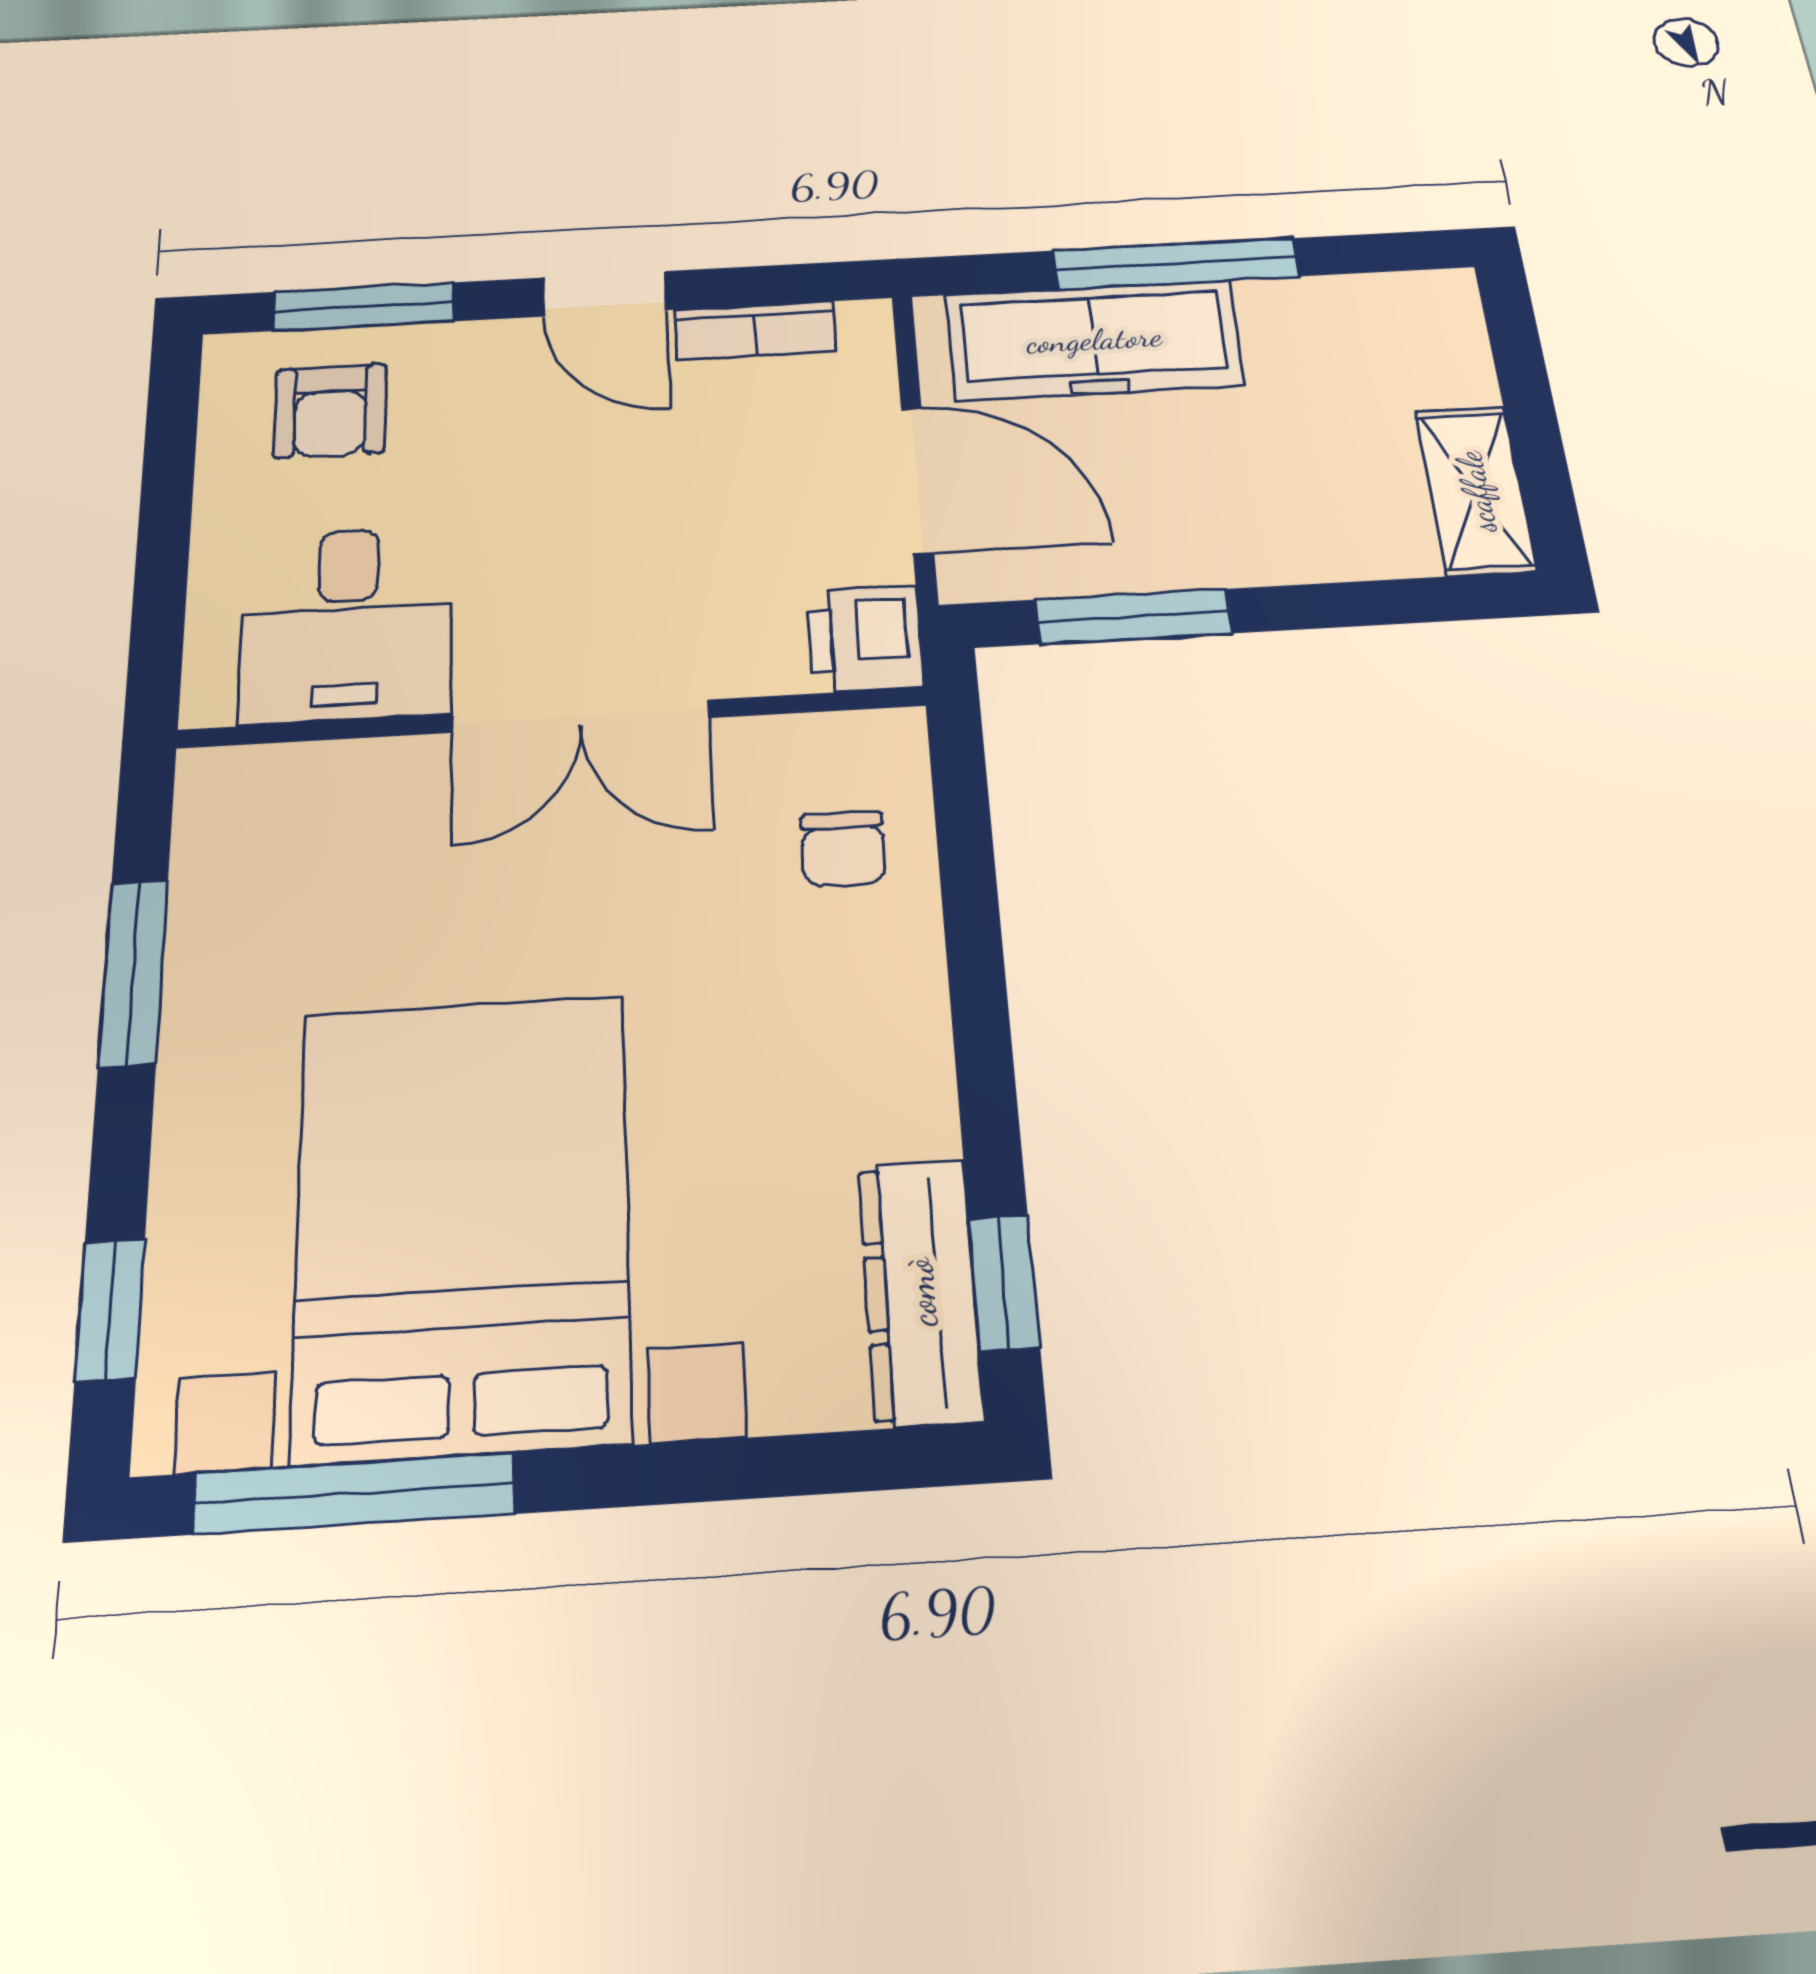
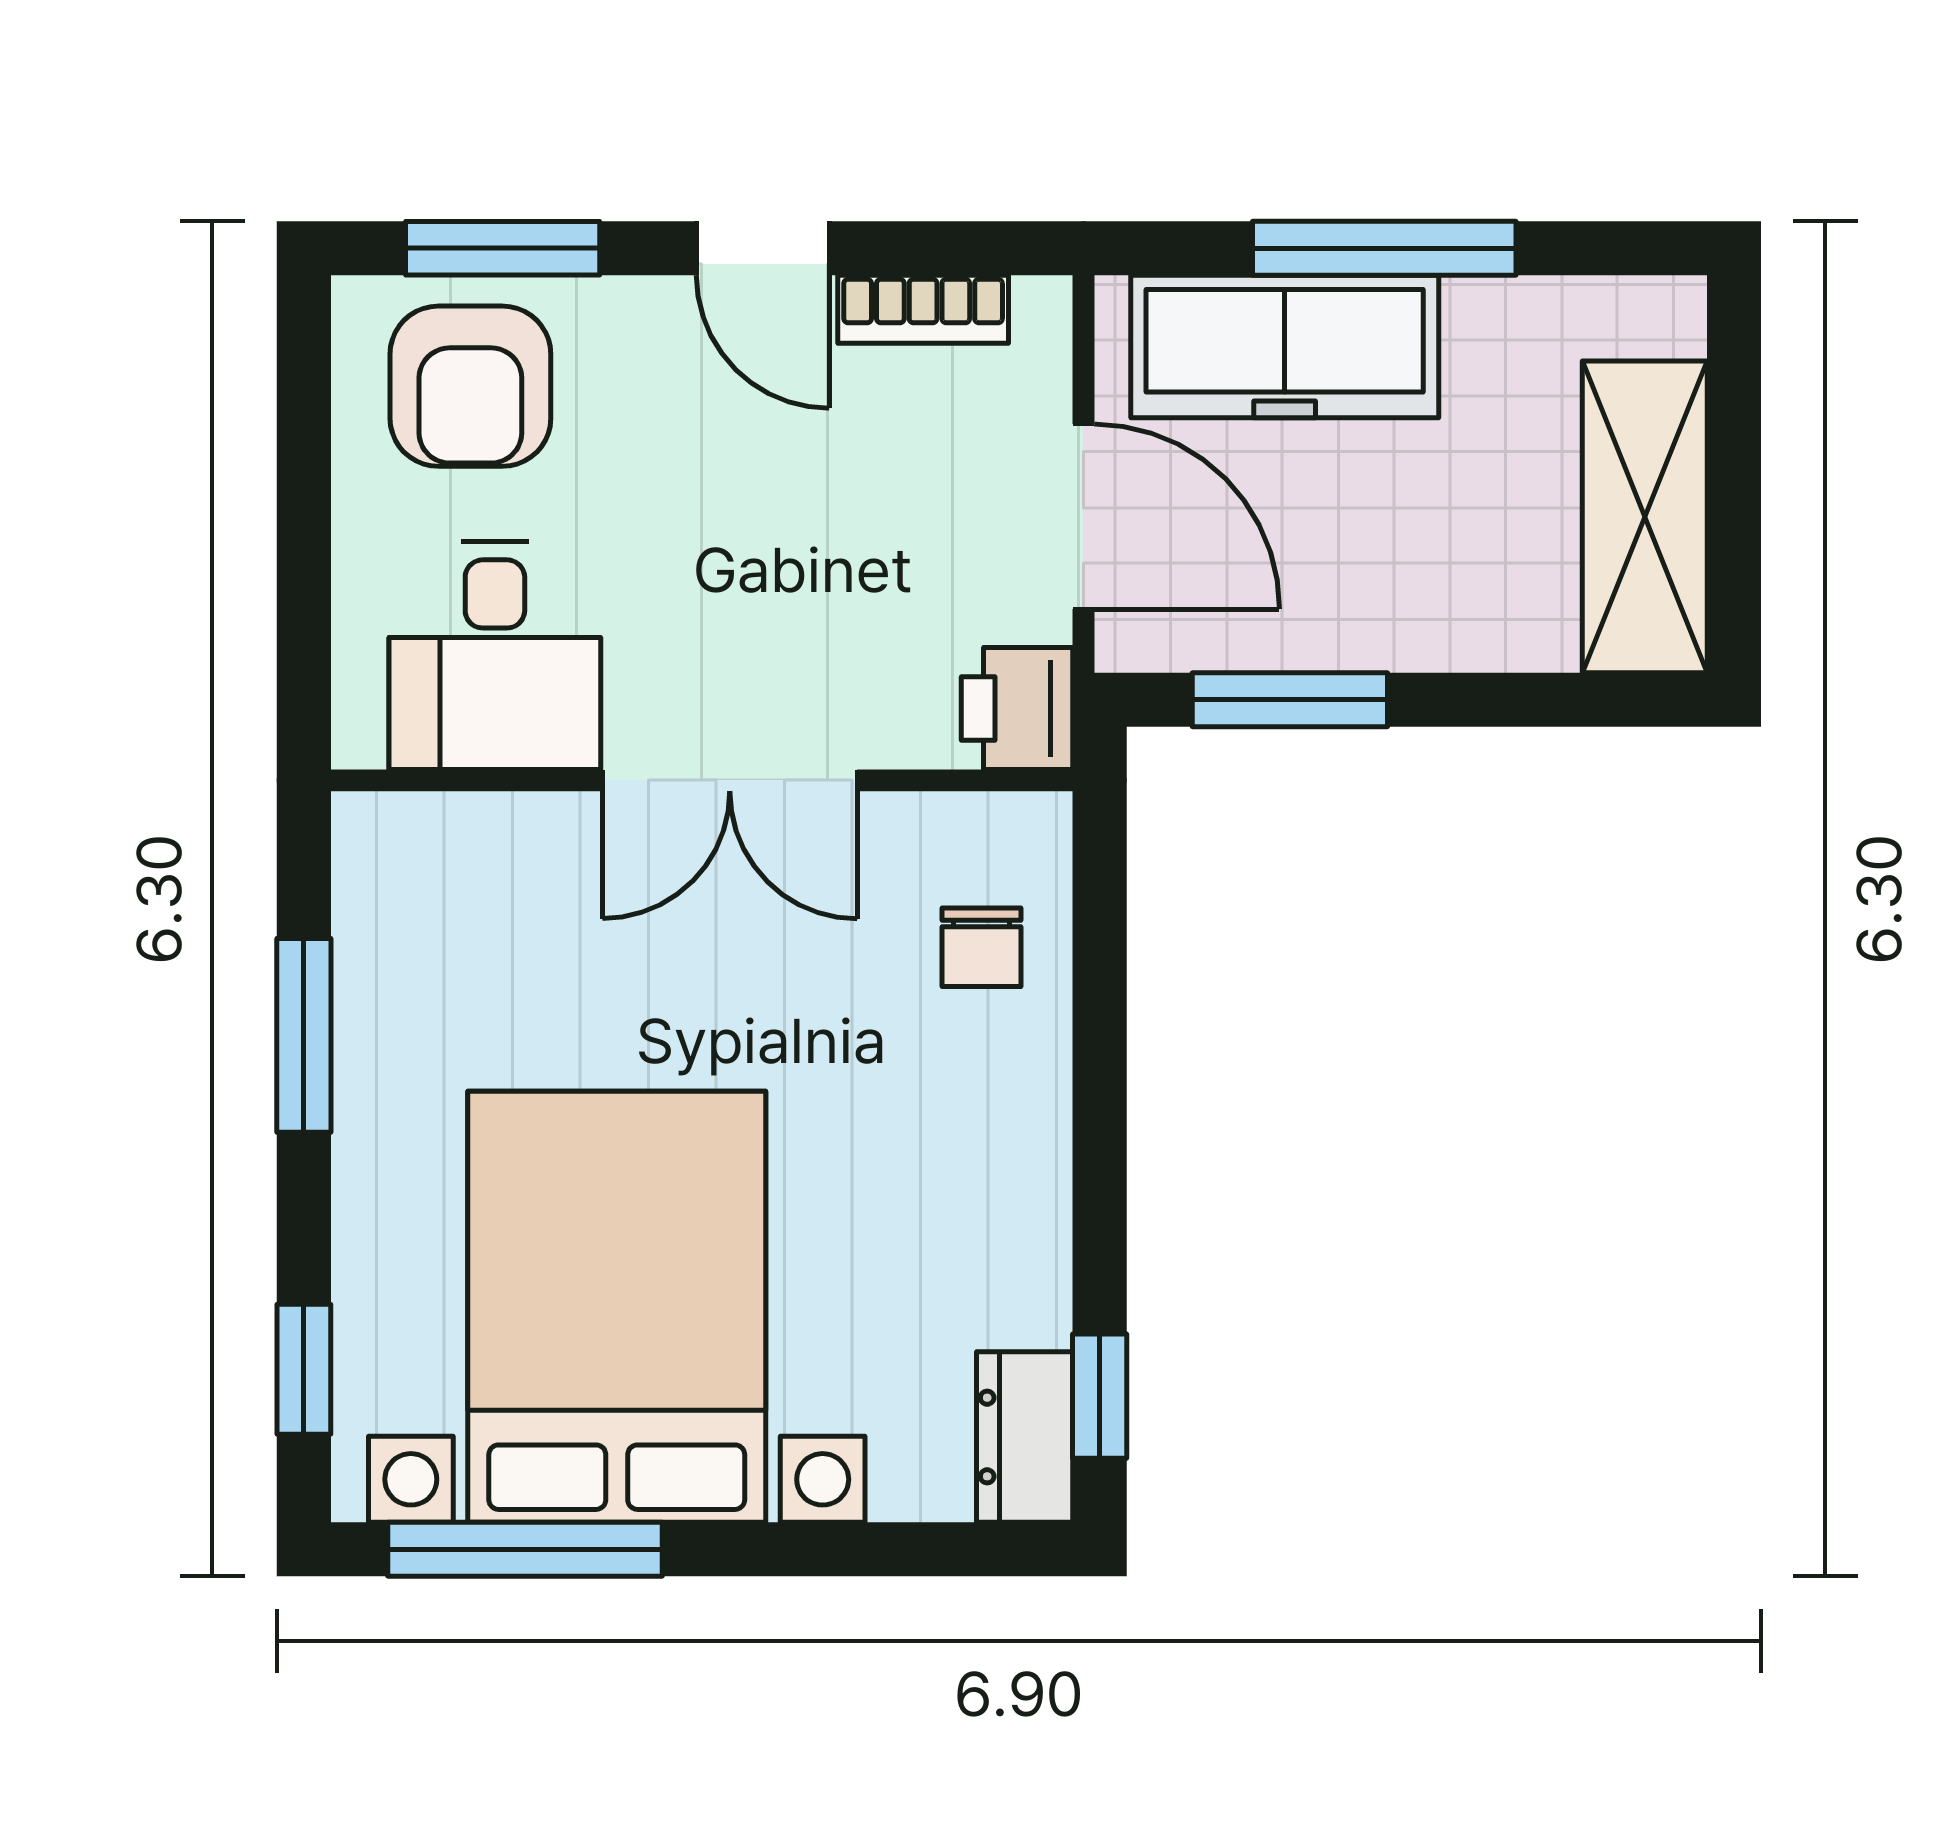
armchair: (330, 411) -> (470, 386), width x1.38, depth x1.38
shelving: (1476, 491) -> (1645, 517), width x1.50, depth x1.33
dresser: (920, 1292) -> (1025, 1437), width x0.70

